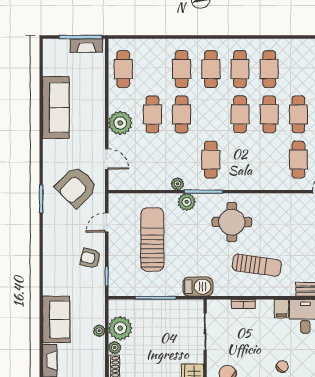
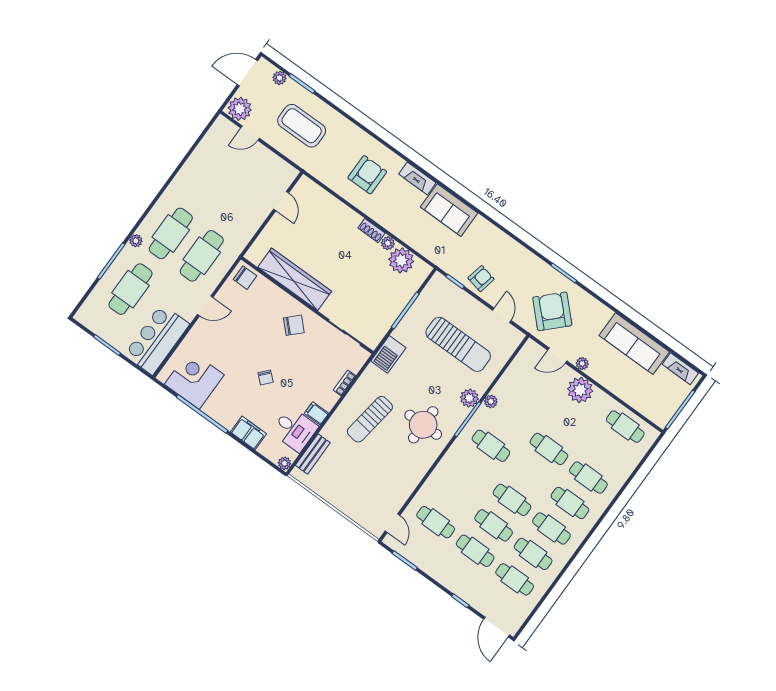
fireplace: (86, 45) -> (680, 369), moved, turned -90
cafe table: (152, 114) -> (515, 579), moved
plant: (99, 331) -> (582, 364), moved

